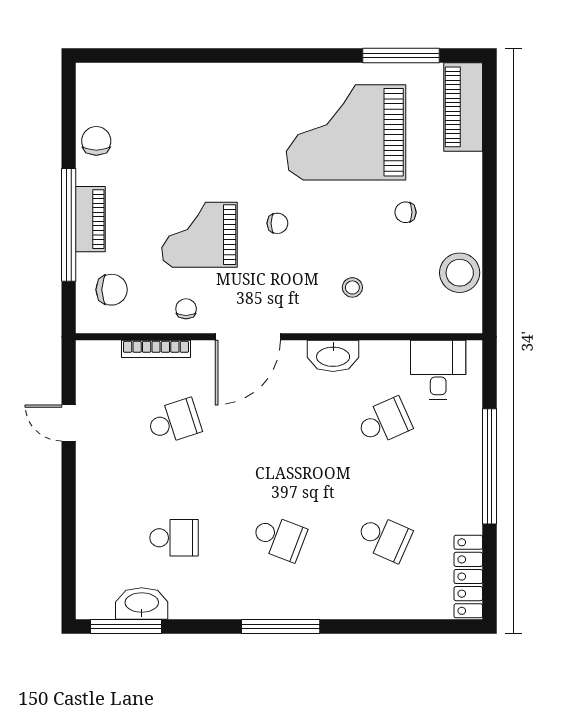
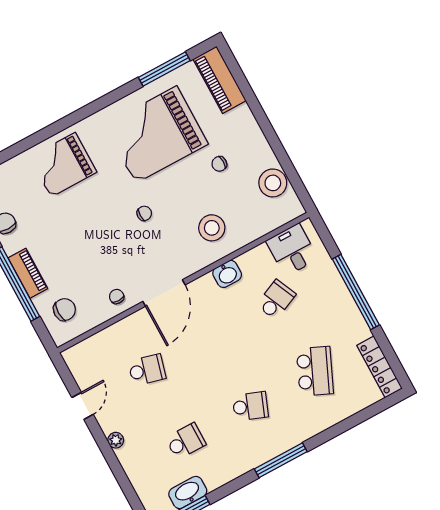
grand piano: (200, 235) -> (63, 165), moved
stool: (352, 287) -> (212, 228), width x1.89, depth x1.89
bookcase: (156, 349) -> (112, 331), removed
washbasin: (333, 356) -> (227, 274), width x0.72
school desk: (174, 422) -> (147, 370), turned 33
door: (69, 423) -> (83, 406), swing flipped
plant: (87, 489) -> (116, 440), added
school desk: (384, 538) -> (315, 371), width x1.85

